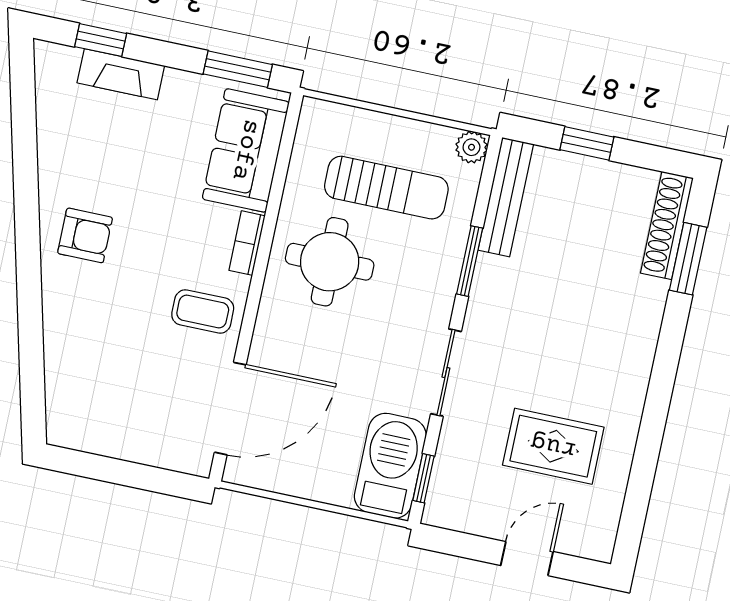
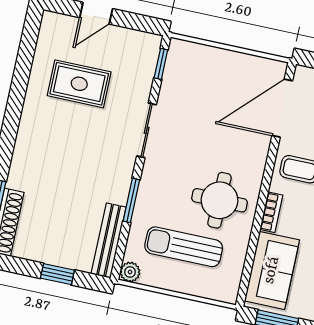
barbecue: (390, 466) -> (182, 72), removed

